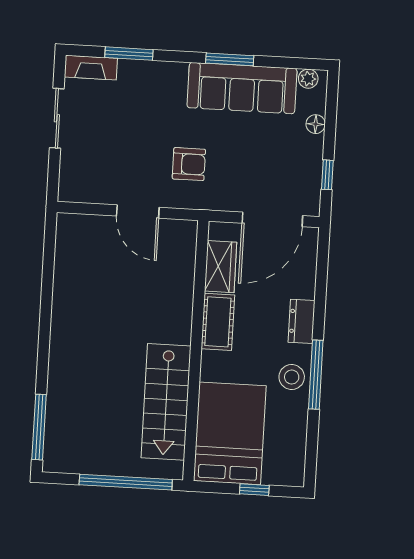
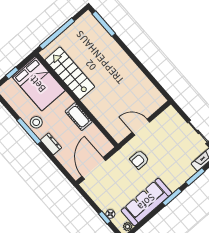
window: (230, 59) -> (172, 197), moved
window: (327, 175) -> (105, 218), moved
wardrobe: (221, 267) -> (96, 136), removed

